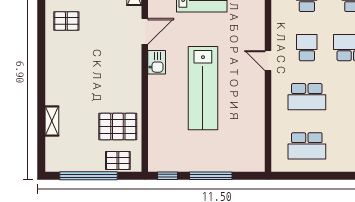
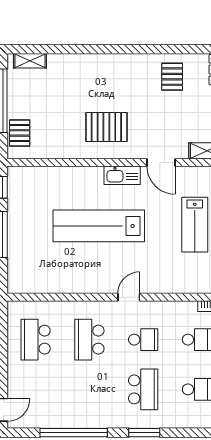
kitchen sink: (157, 62) -> (122, 175), width x1.38
shelving: (52, 121) -> (30, 61), moved
pallet: (118, 127) -> (106, 127), moved, turned 90

